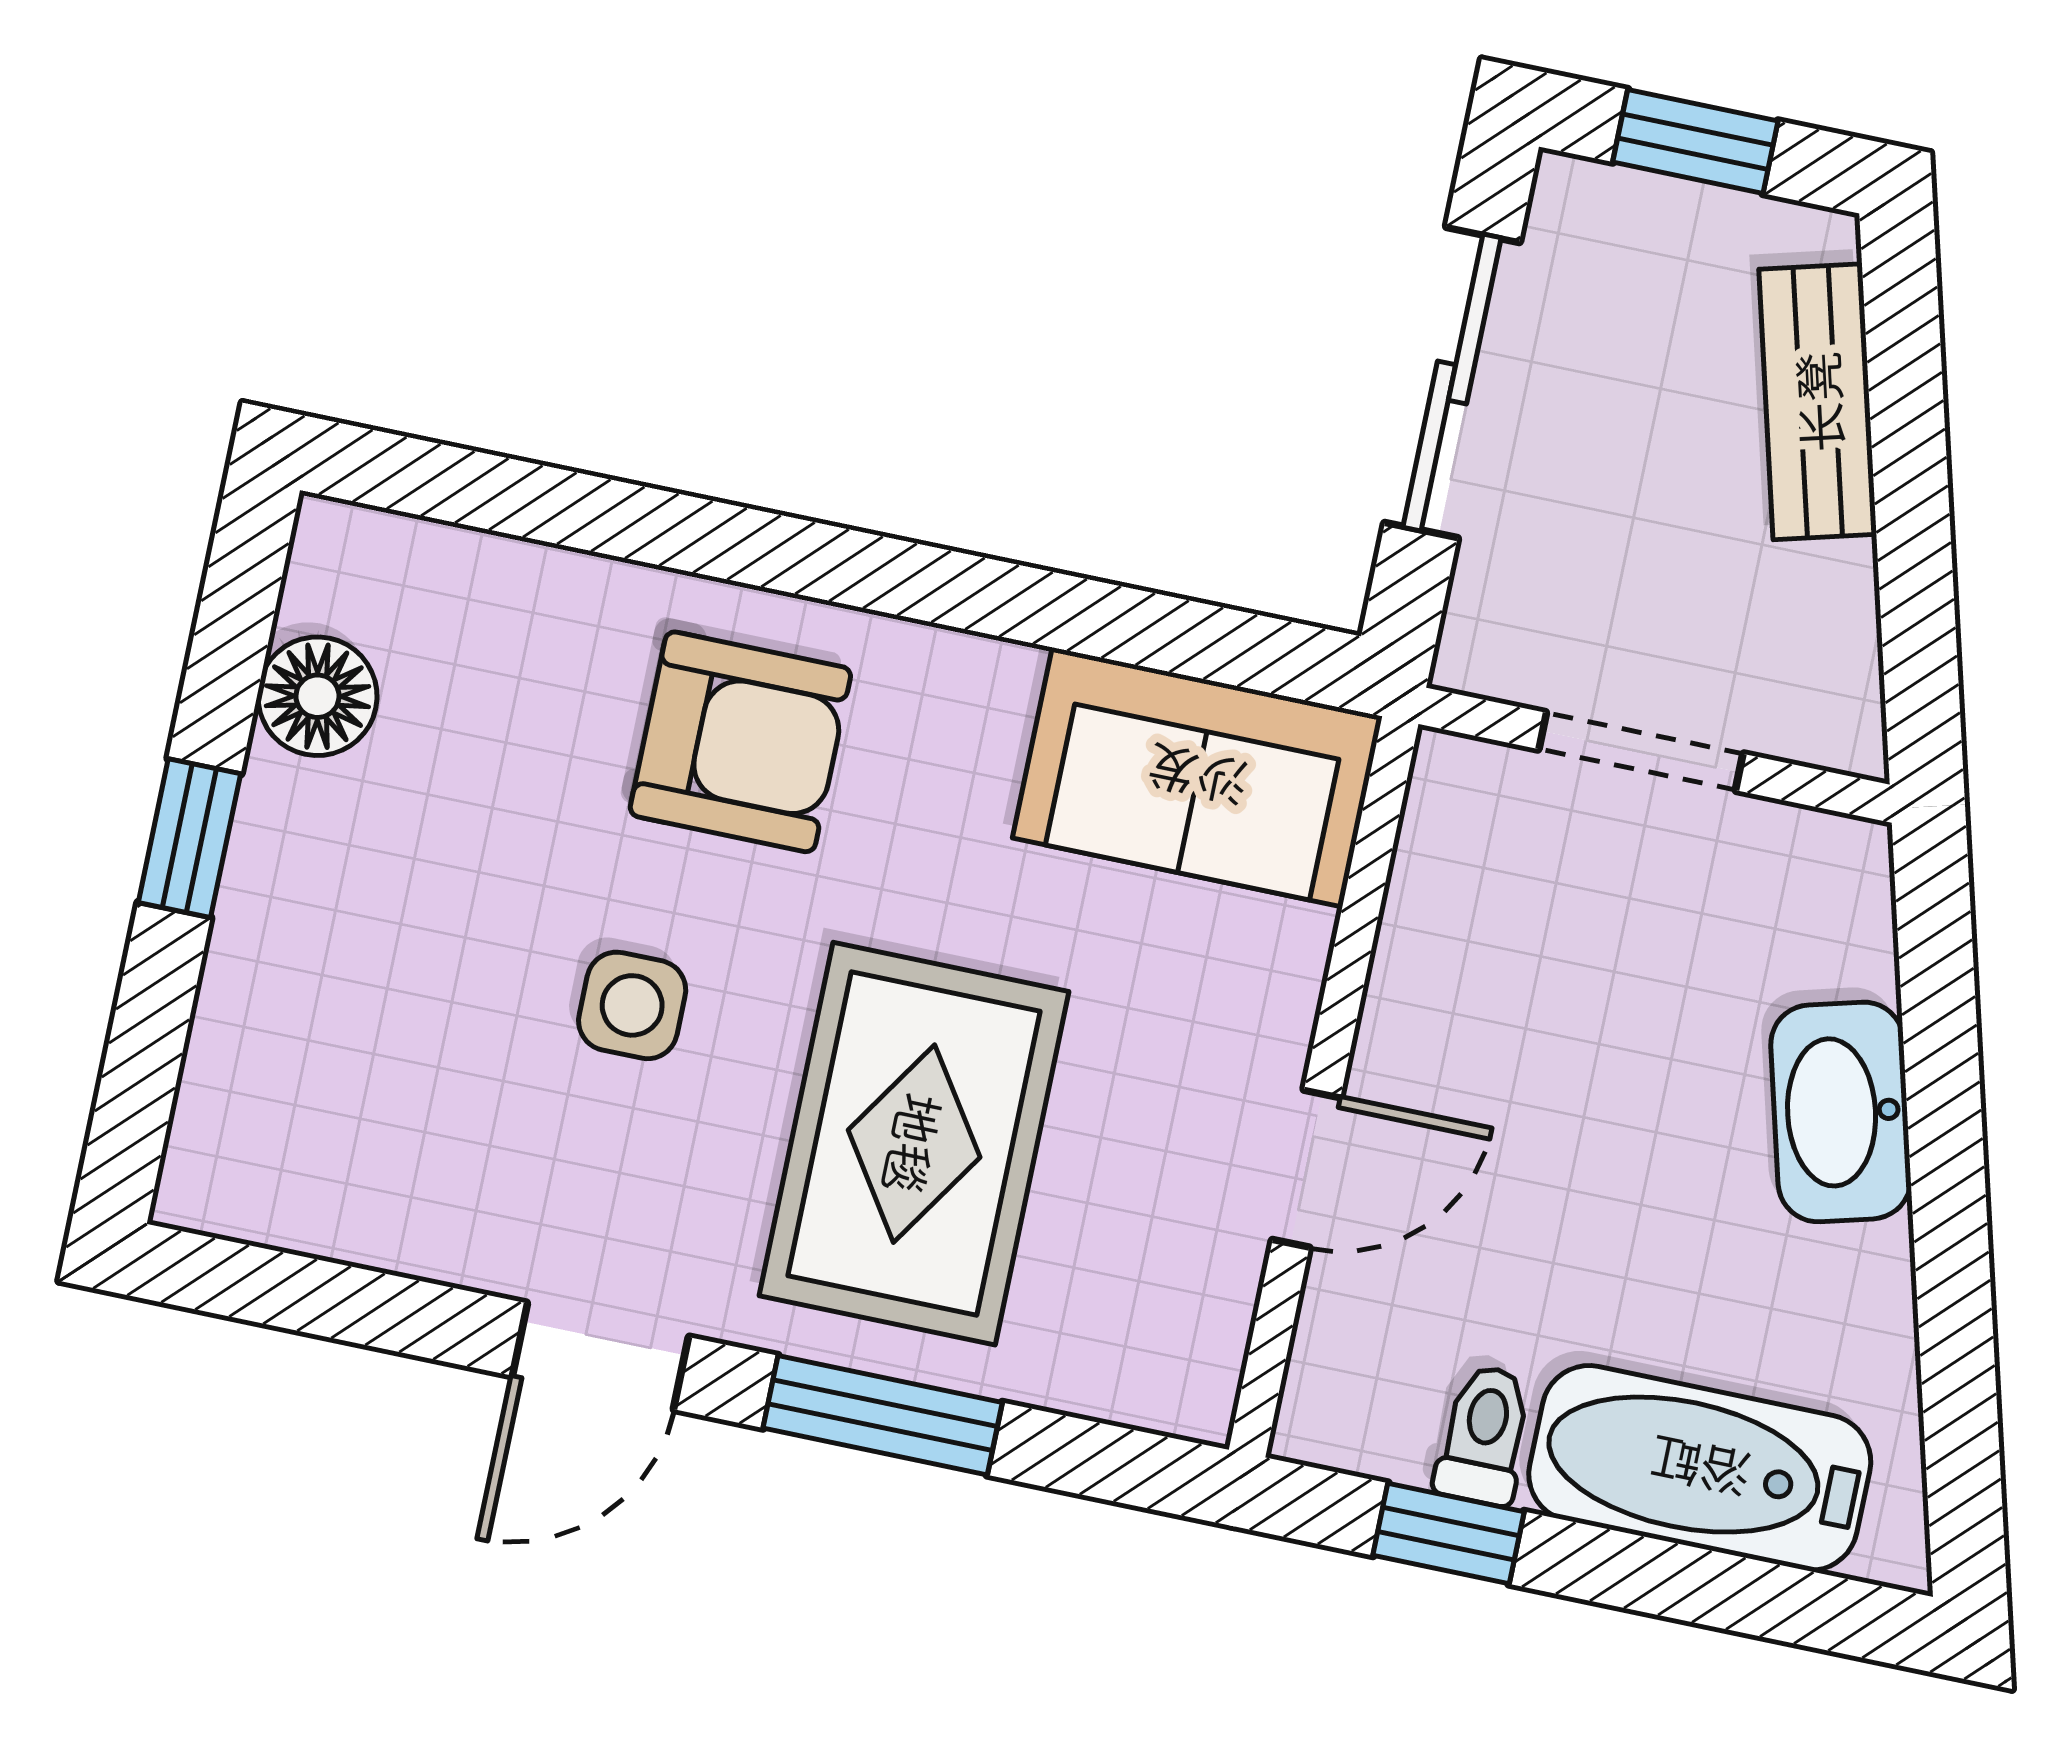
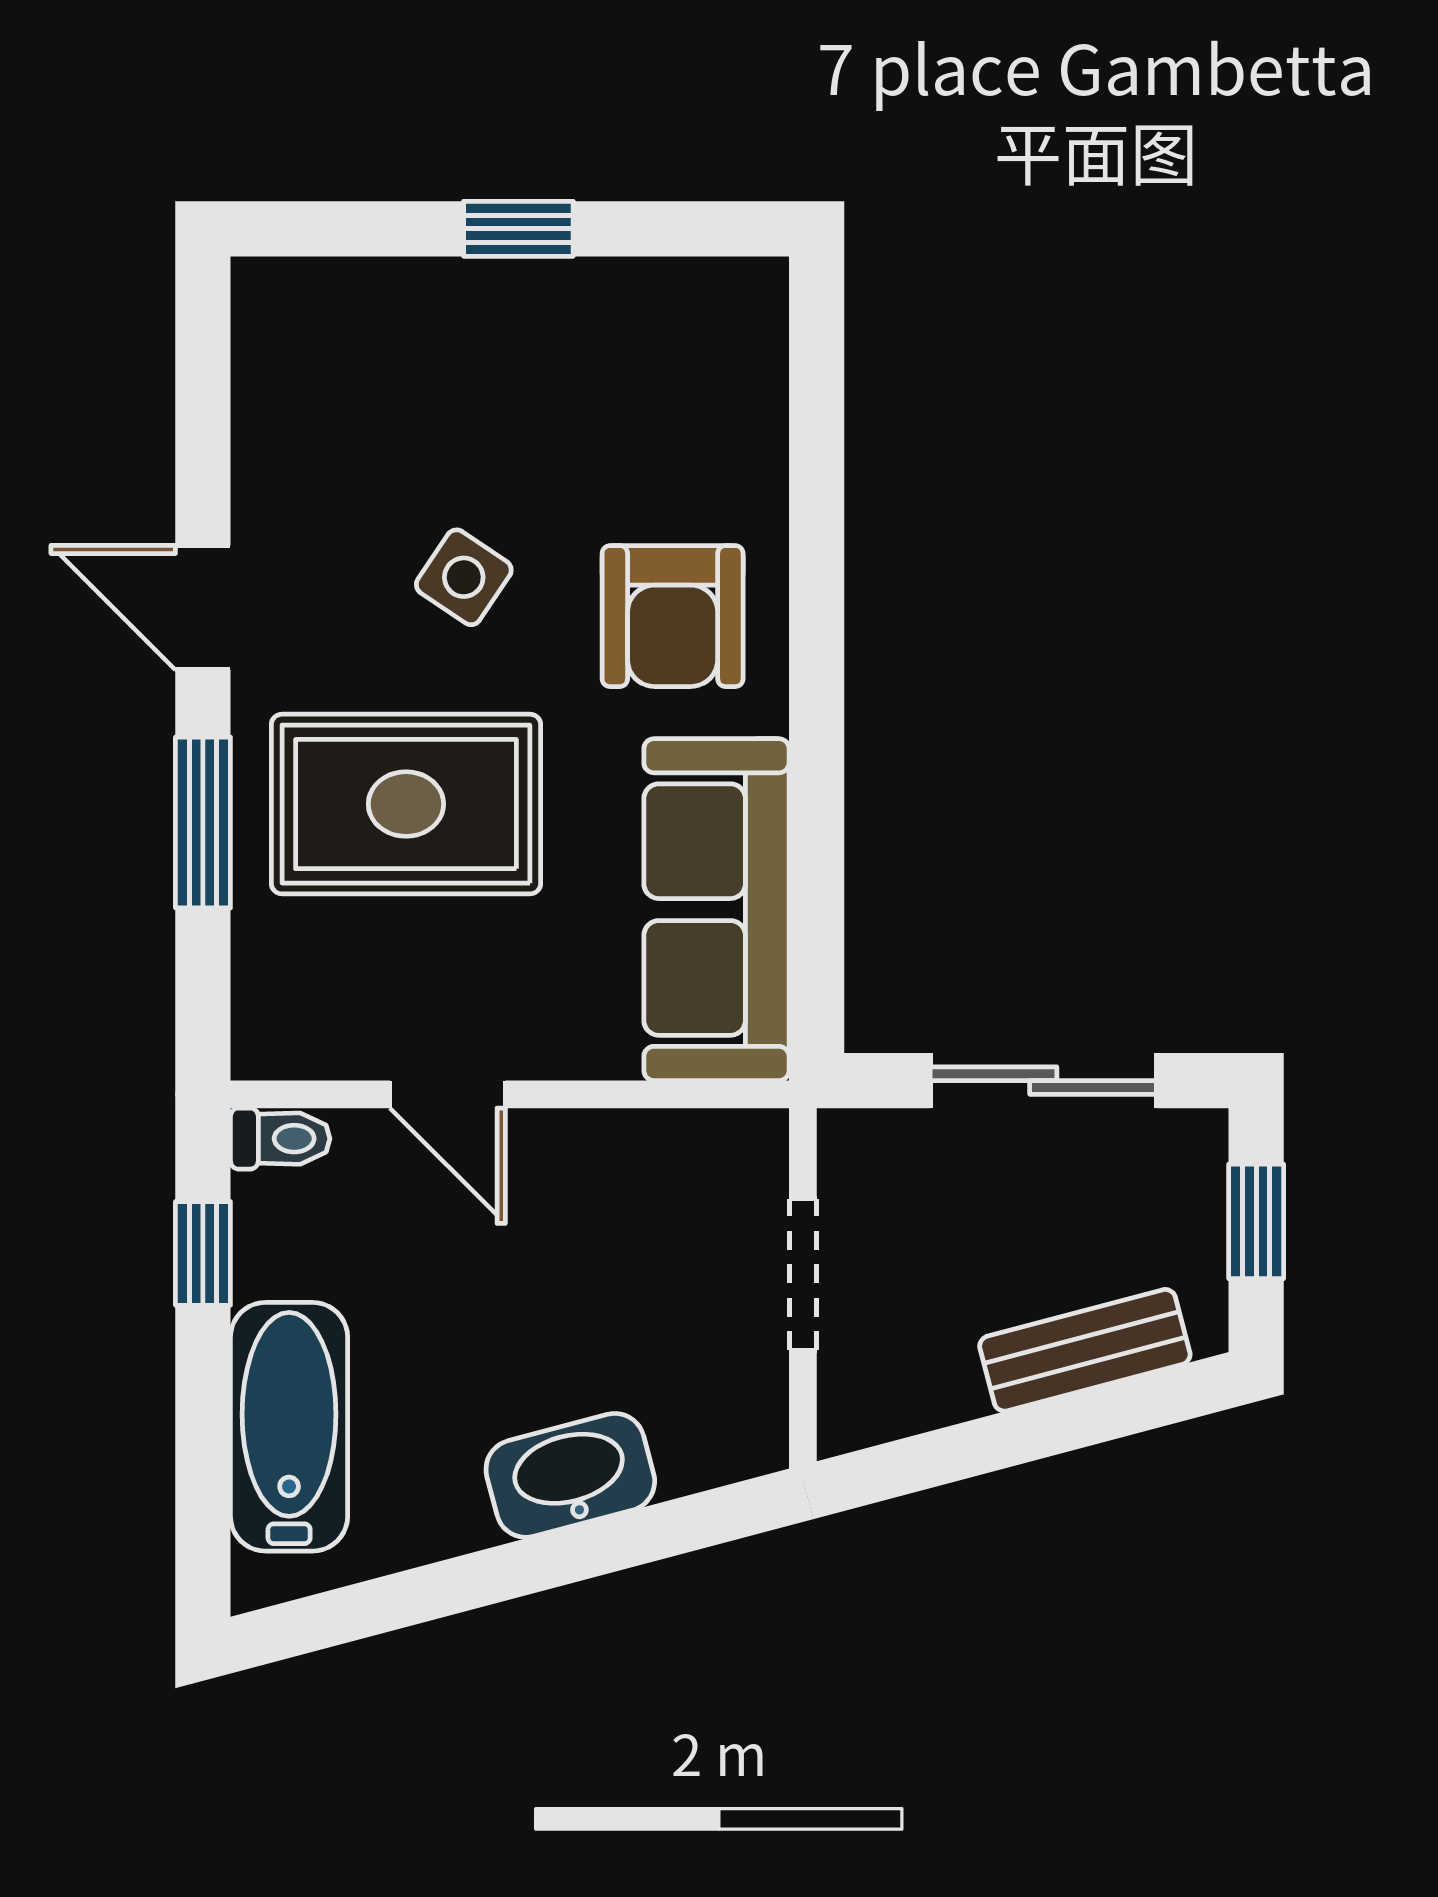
floor lamp: (317, 696) -> (641, 301), removed
sofa: (1197, 777) -> (716, 910), width x1.36
side table: (632, 1005) -> (464, 577), turned 34
toilet: (1484, 1435) -> (280, 1139), moved

